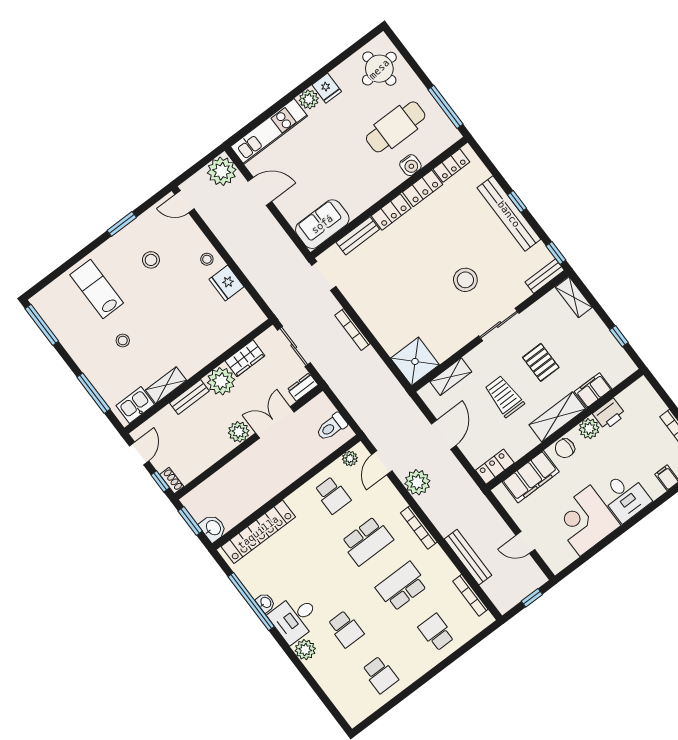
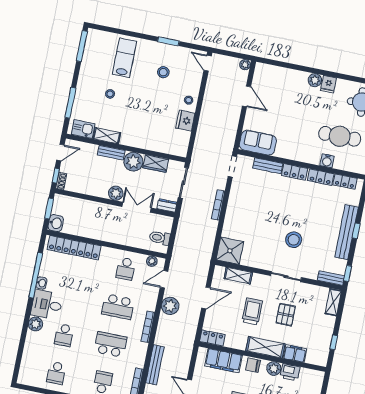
kitchen unit: (269, 131) -> (281, 74), removed
plant: (222, 171) -> (245, 65), width x0.53, depth x0.53

